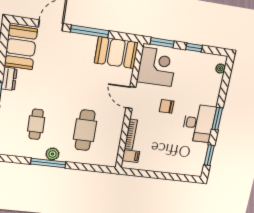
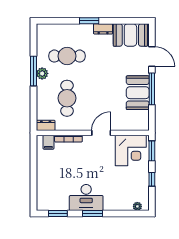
booth: (116, 53) -> (138, 93), moved
chair: (167, 106) -> (98, 166), removed
cafe table: (36, 124) -> (67, 56), width x1.37, depth x1.35
cafe table: (85, 130) -> (67, 98), turned 90
dresser: (112, 157) -> (46, 125), added

